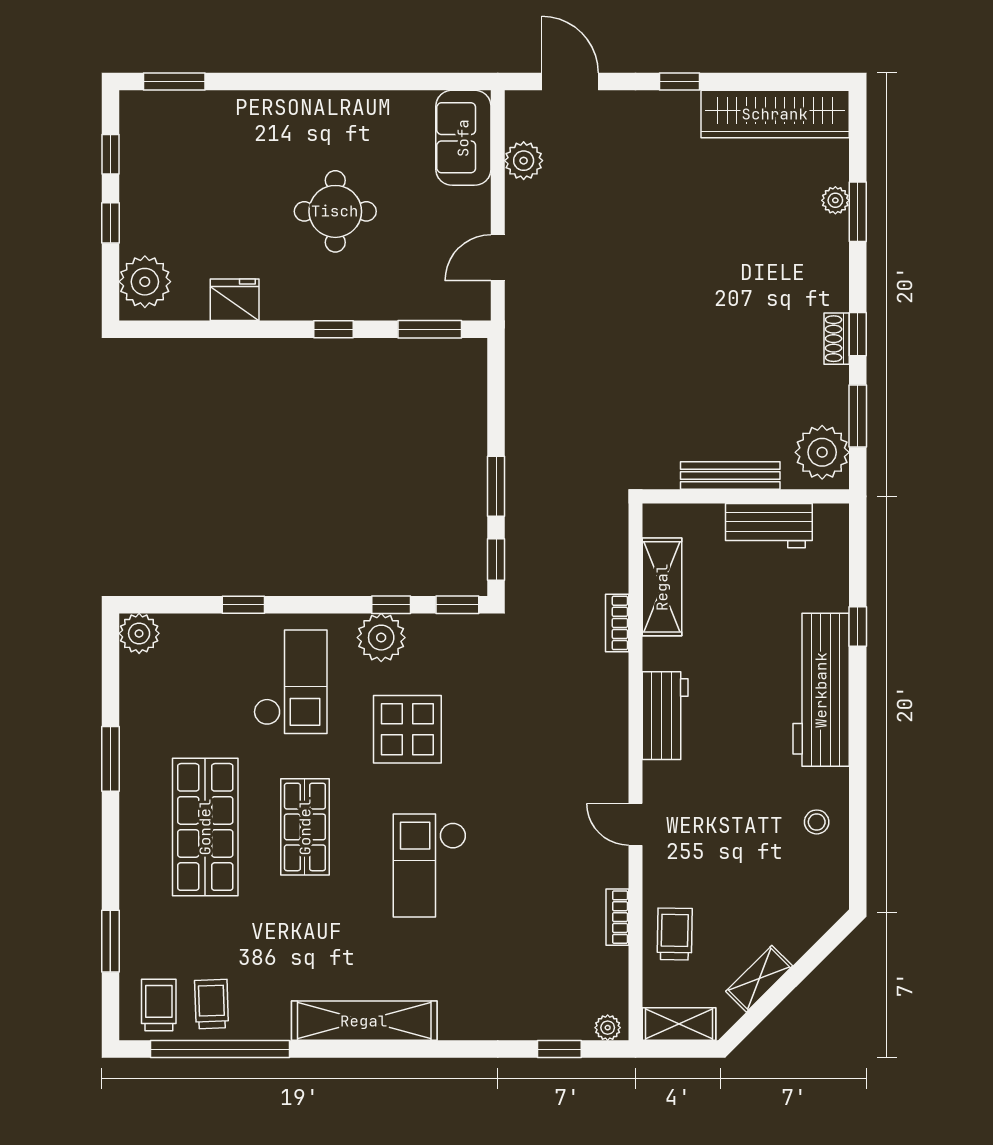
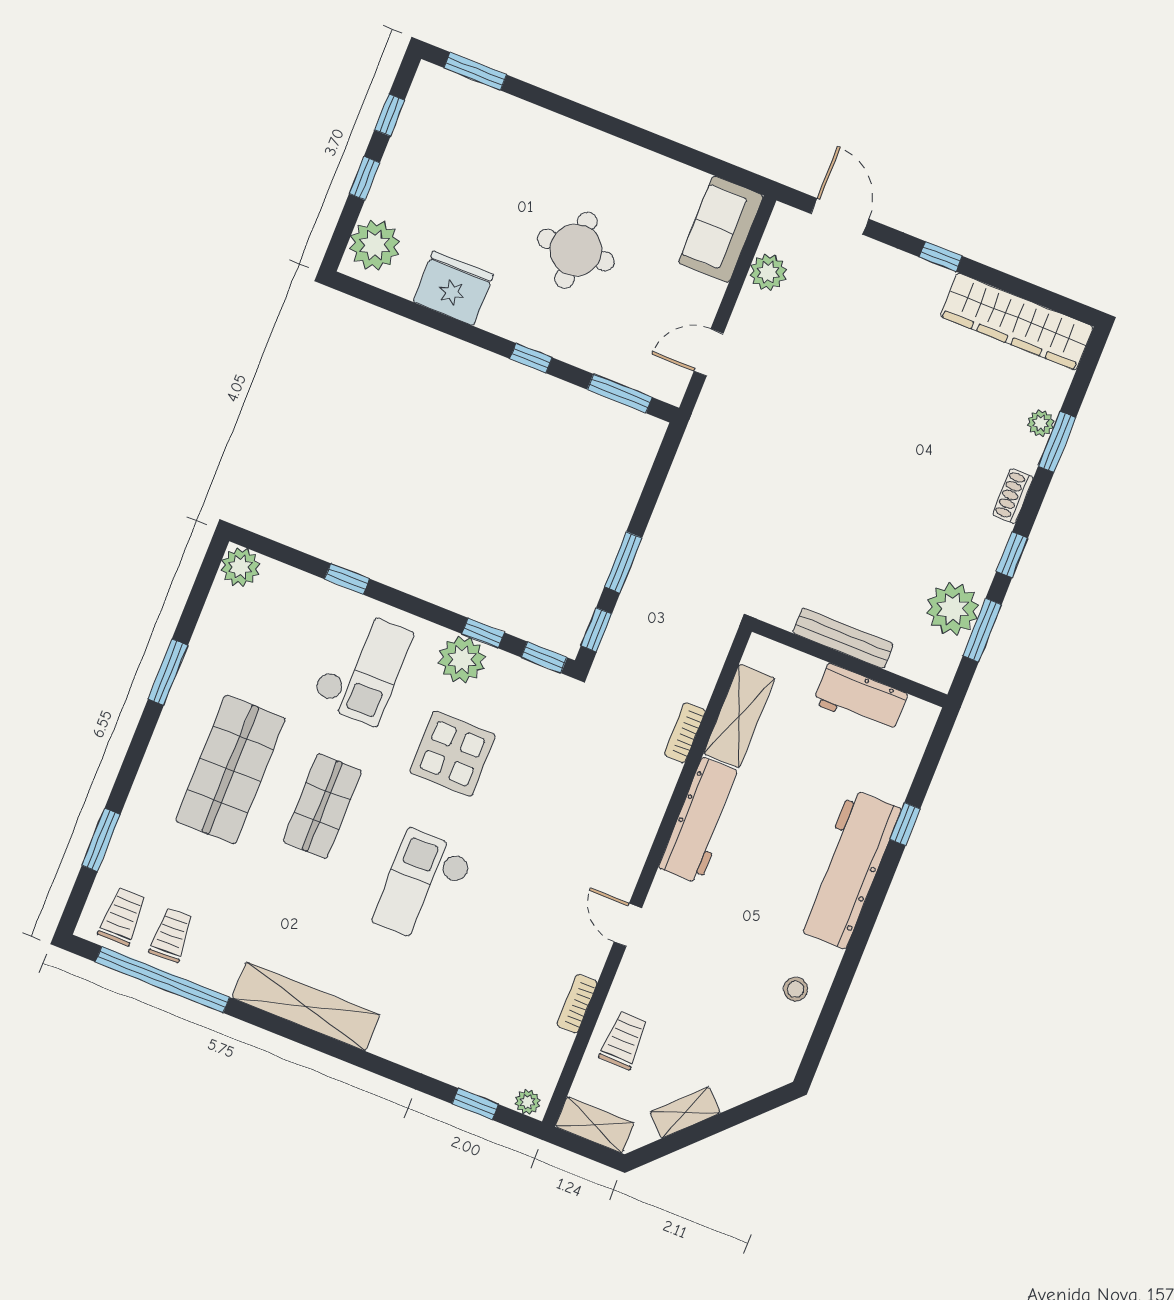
fridge: (235, 300) -> (453, 288), width x1.36, depth x1.34
shoe rack: (837, 339) -> (1013, 496), moved
plant: (822, 452) -> (953, 609), moved
workbench: (665, 716) -> (701, 820), width x1.38

